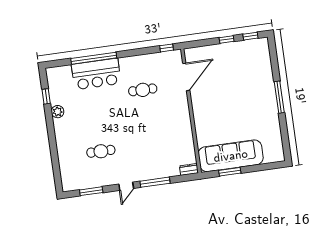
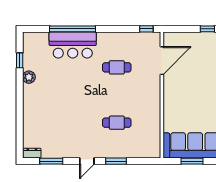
cafe table: (101, 151) -> (117, 123), moved
dresser: (189, 169) -> (32, 153), moved
window: (155, 182) -> (116, 161), width x0.69

